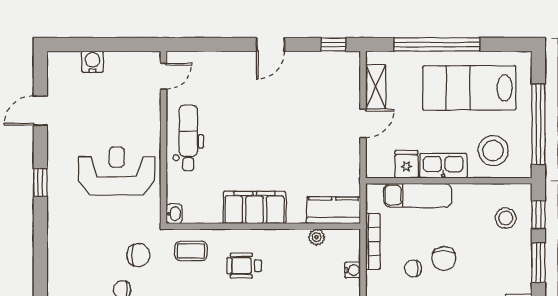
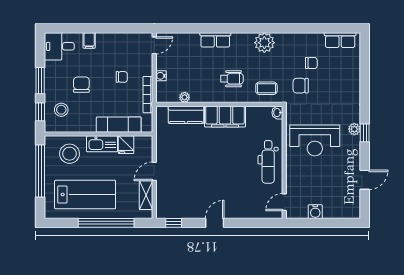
water cooler: (92, 62) -> (315, 212), moved
plant: (56, 188) -> (354, 129), added
kitchen counter: (334, 210) -> (186, 115), moved
chair: (444, 258) -> (81, 85), moved

